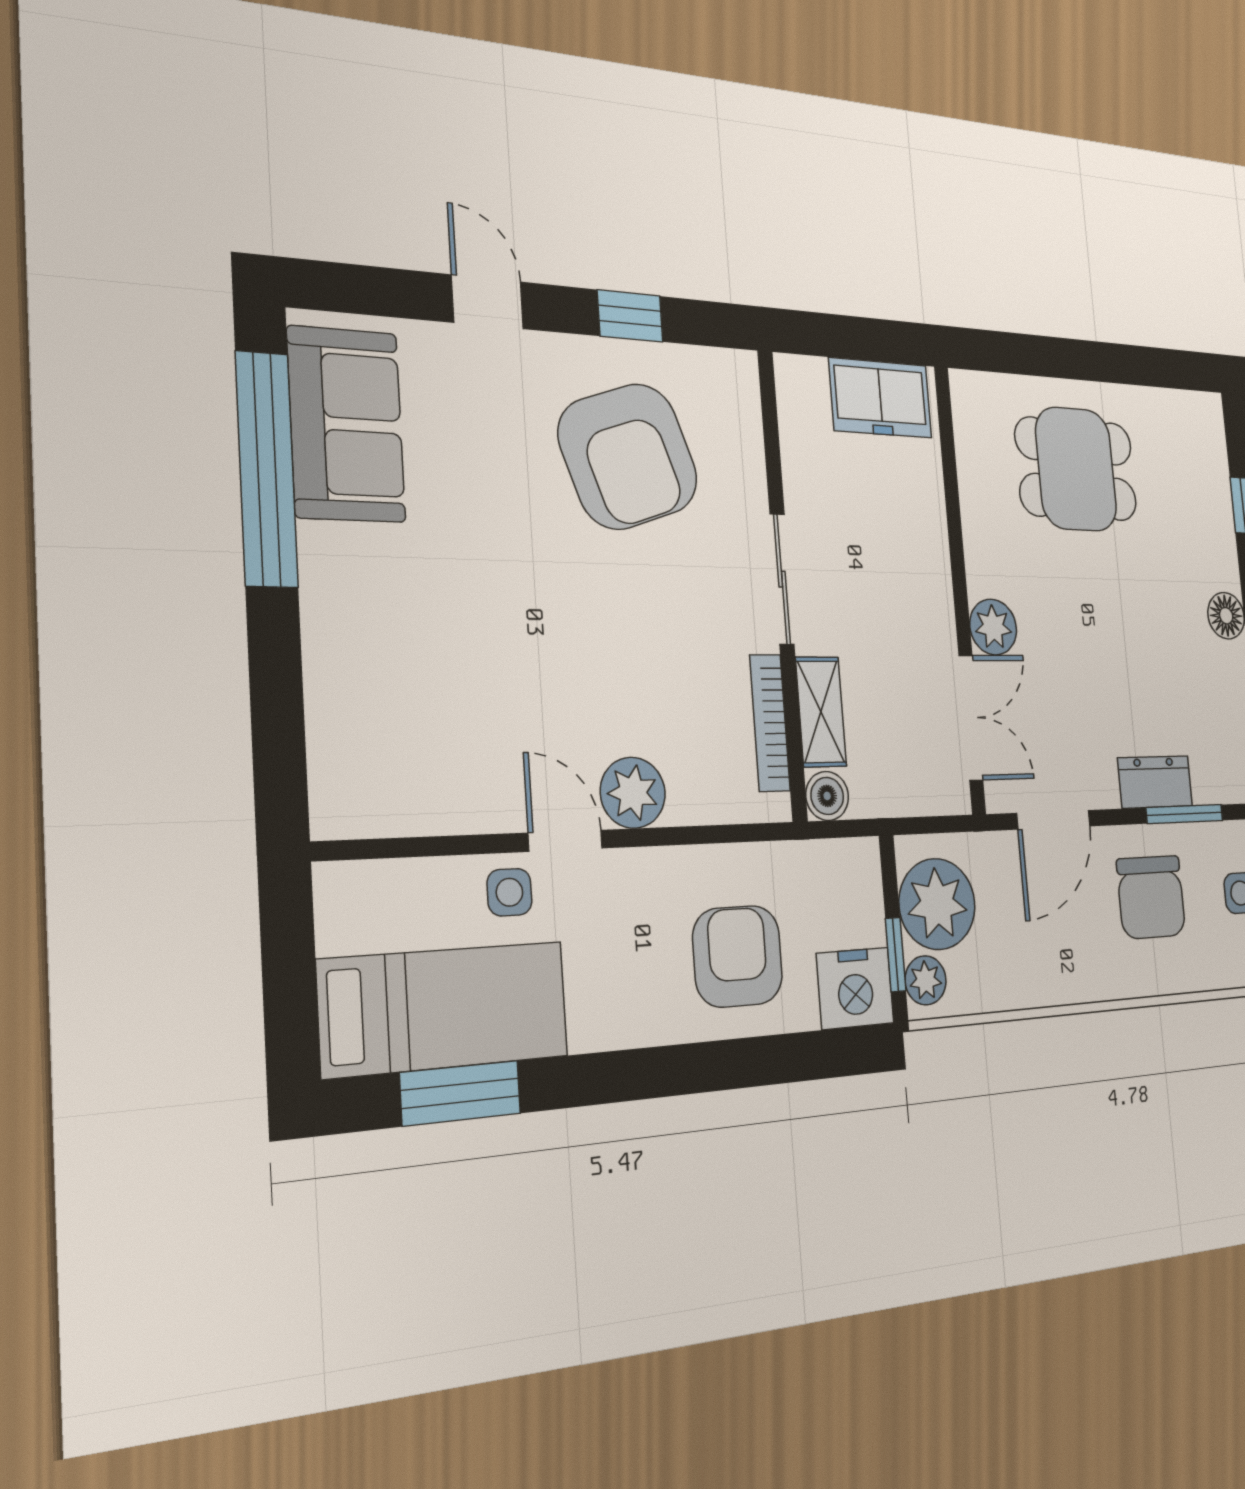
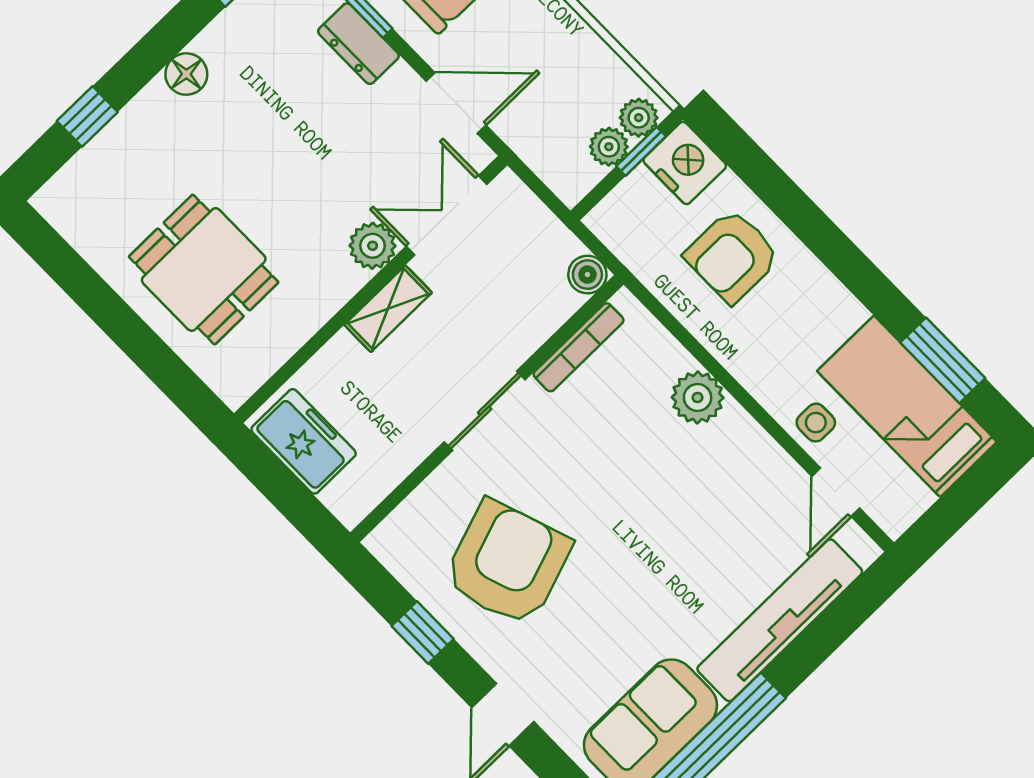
tv unit: (336, 660) -> (780, 620), added
shelving: (821, 712) -> (388, 309), moved
door: (565, 841) -> (836, 492), moved
plant: (937, 904) -> (609, 147), width x0.53, depth x0.53

